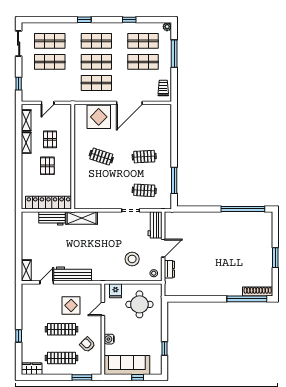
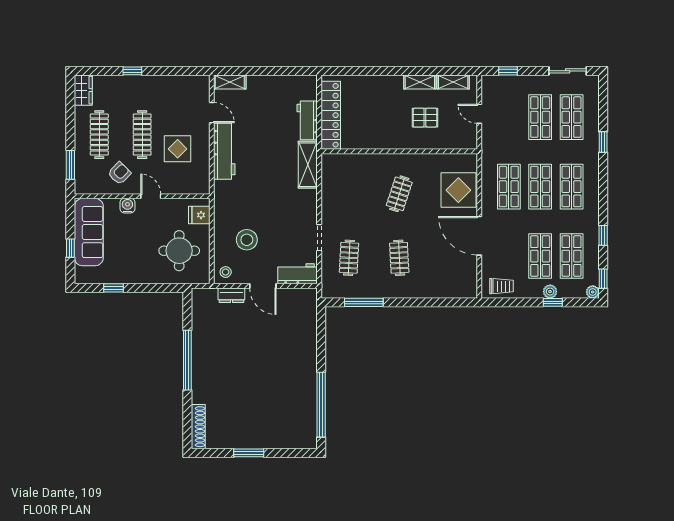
window: (84, 20) -> (603, 142), moved
window: (158, 20) -> (603, 279), added
window: (174, 54) -> (553, 302), width x0.46
plant: (167, 55) -> (550, 292), added
pallet: (47, 166) -> (385, 114), removed
window: (247, 299) -> (187, 360), moved
door: (103, 309) -> (151, 196), moved

